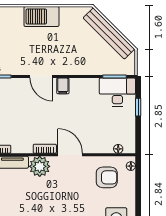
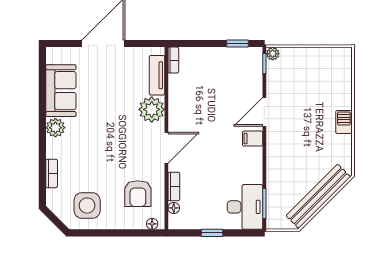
barbecue: (41, 17) -> (344, 122), width x0.53, depth x0.65
window: (138, 107) -> (212, 233), moved
bookcase: (45, 149) -> (174, 186), moved

